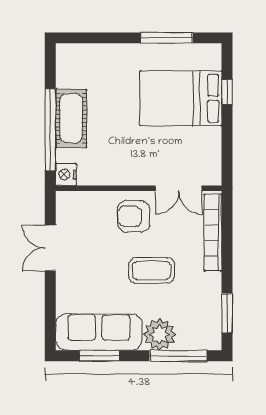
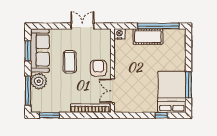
bed: (181, 98) -> (172, 92), moved
window: (50, 130) -> (158, 26), moved
coffee table: (152, 270) -> (70, 62), moved

